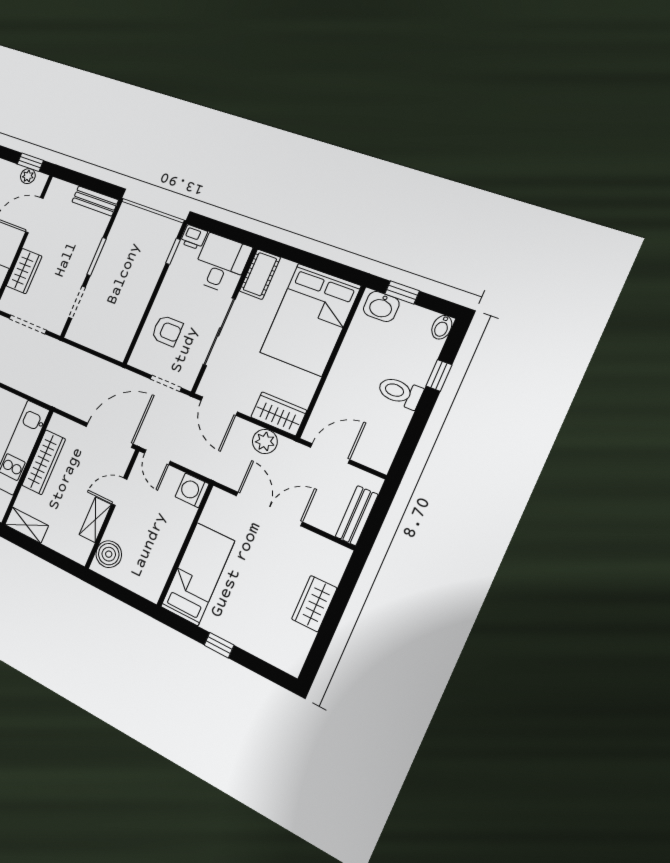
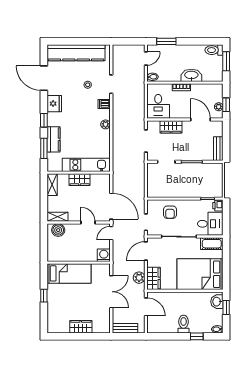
wardrobe: (44, 462) -> (80, 180), width x0.67
shelving: (95, 520) -> (58, 217), moved

